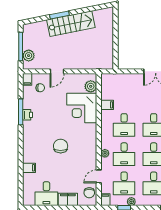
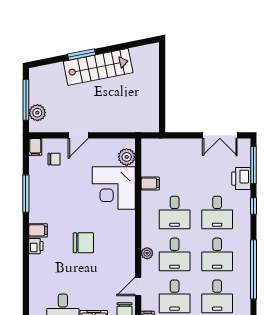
printer: (28, 115) -> (36, 246), moved
chair: (61, 146) -> (83, 243), turned 90
filing cabinet: (29, 168) -> (38, 230), moved

